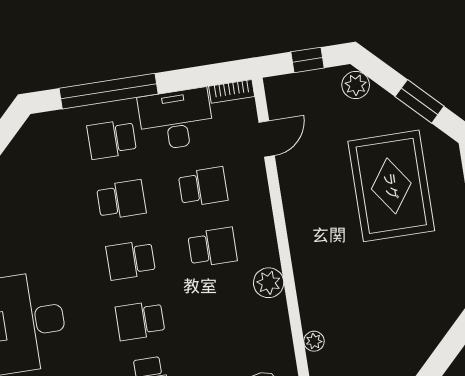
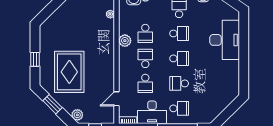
school desk: (203, 187) -> (145, 83), turned -90
school desk: (212, 247) -> (145, 58), turned 90
school desk: (222, 308) -> (145, 33), added

